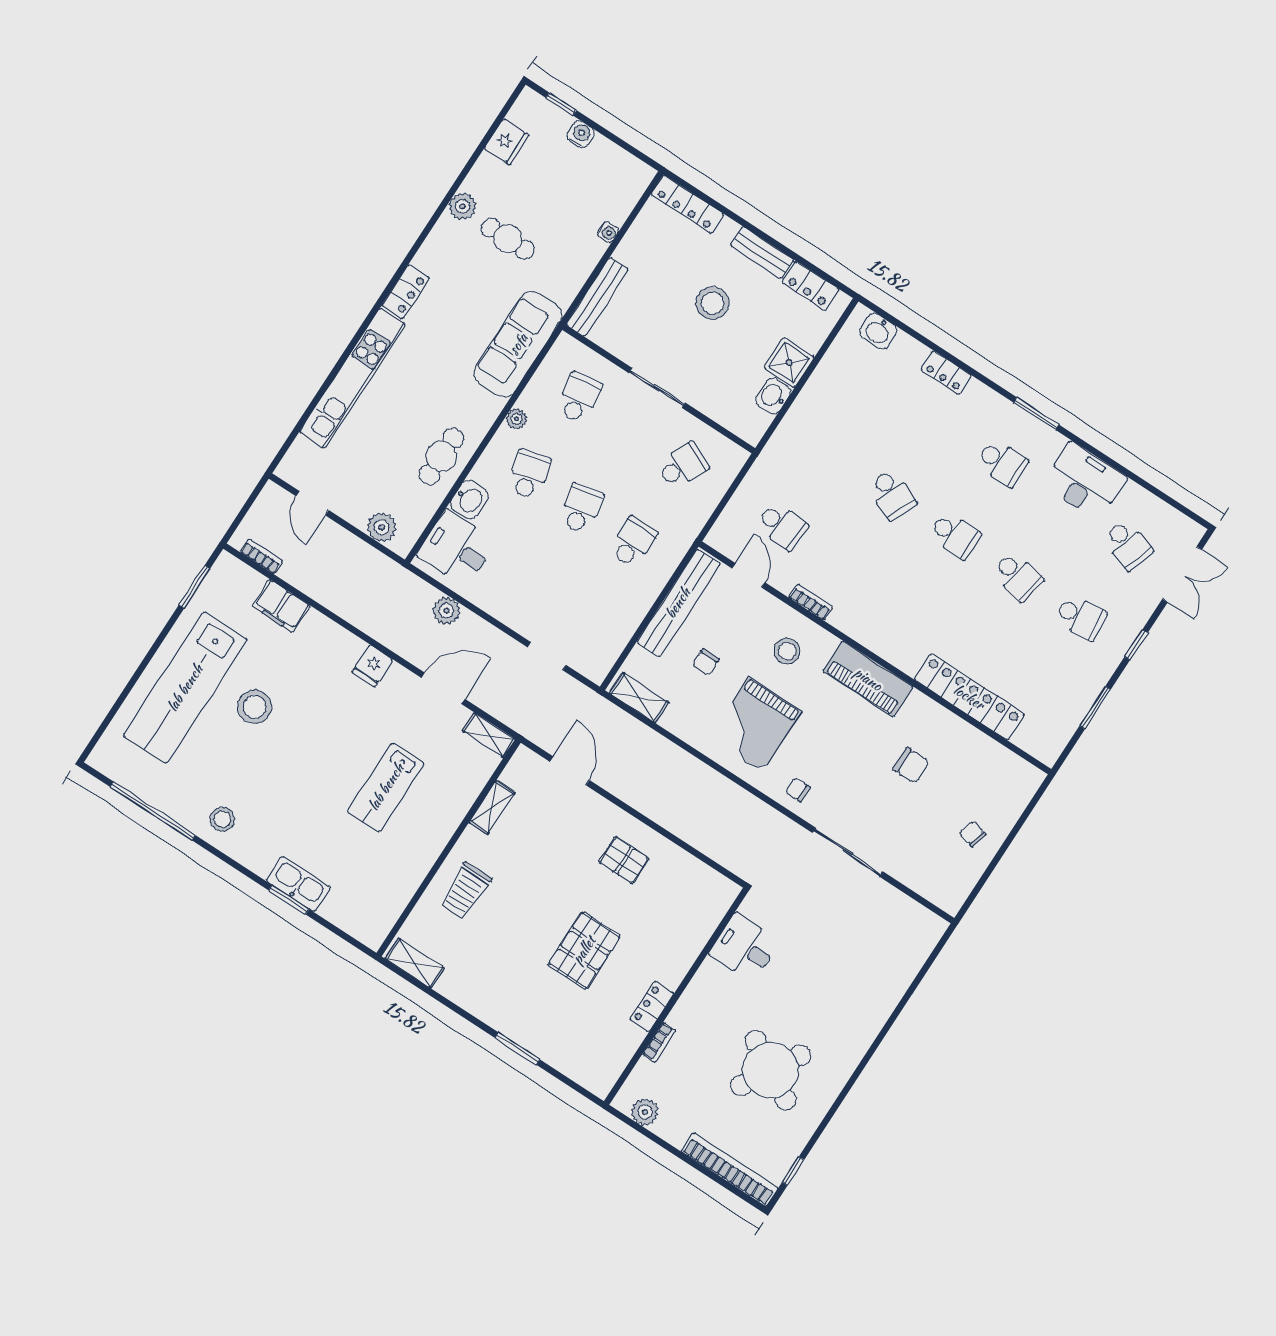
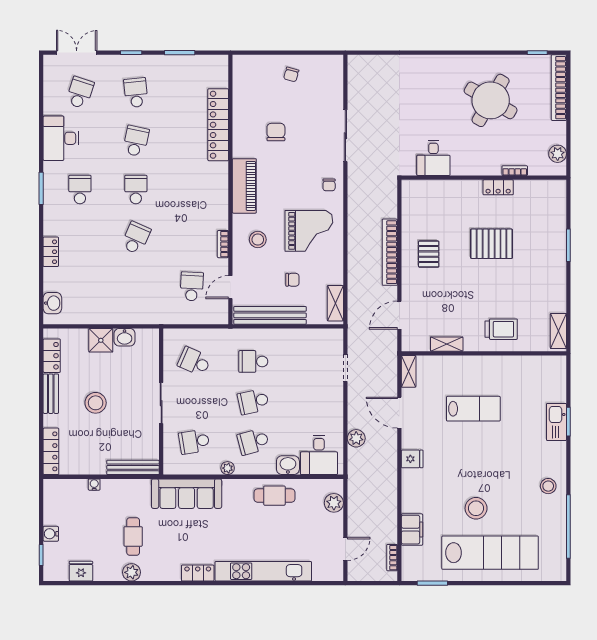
bookcase: (659, 811) -> (390, 252), added

